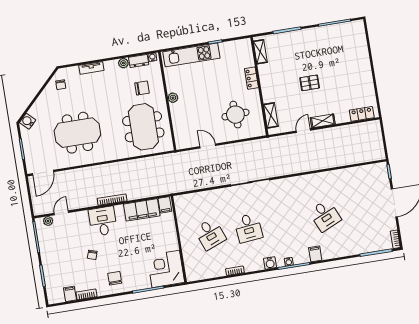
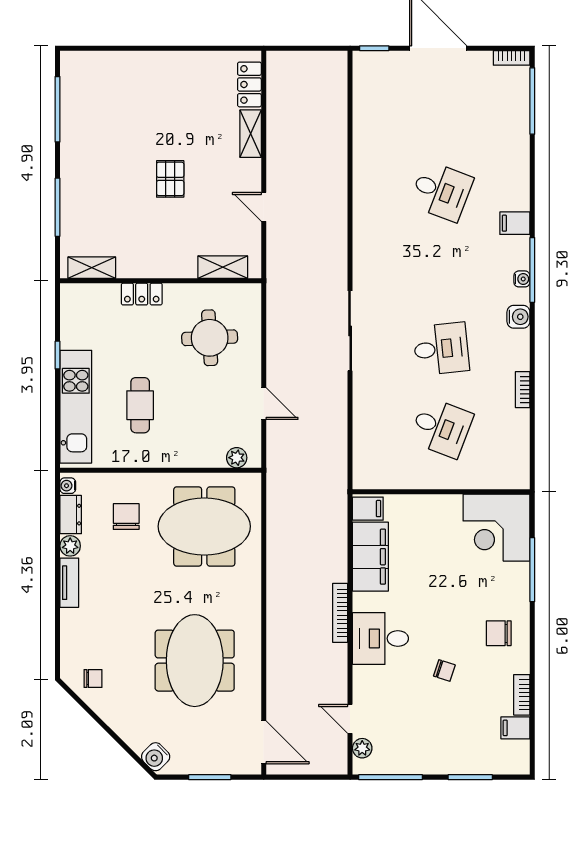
tv unit: (91, 68) -> (69, 583), moved
cafe table: (197, 86) -> (140, 405), added
plant: (173, 98) -> (237, 458), moved
shelving: (323, 121) -> (251, 134), moved
door: (208, 146) -> (264, 404), swing flipped
desk: (325, 216) -> (441, 191), turned 45
desk: (210, 234) -> (441, 428), turned 42

